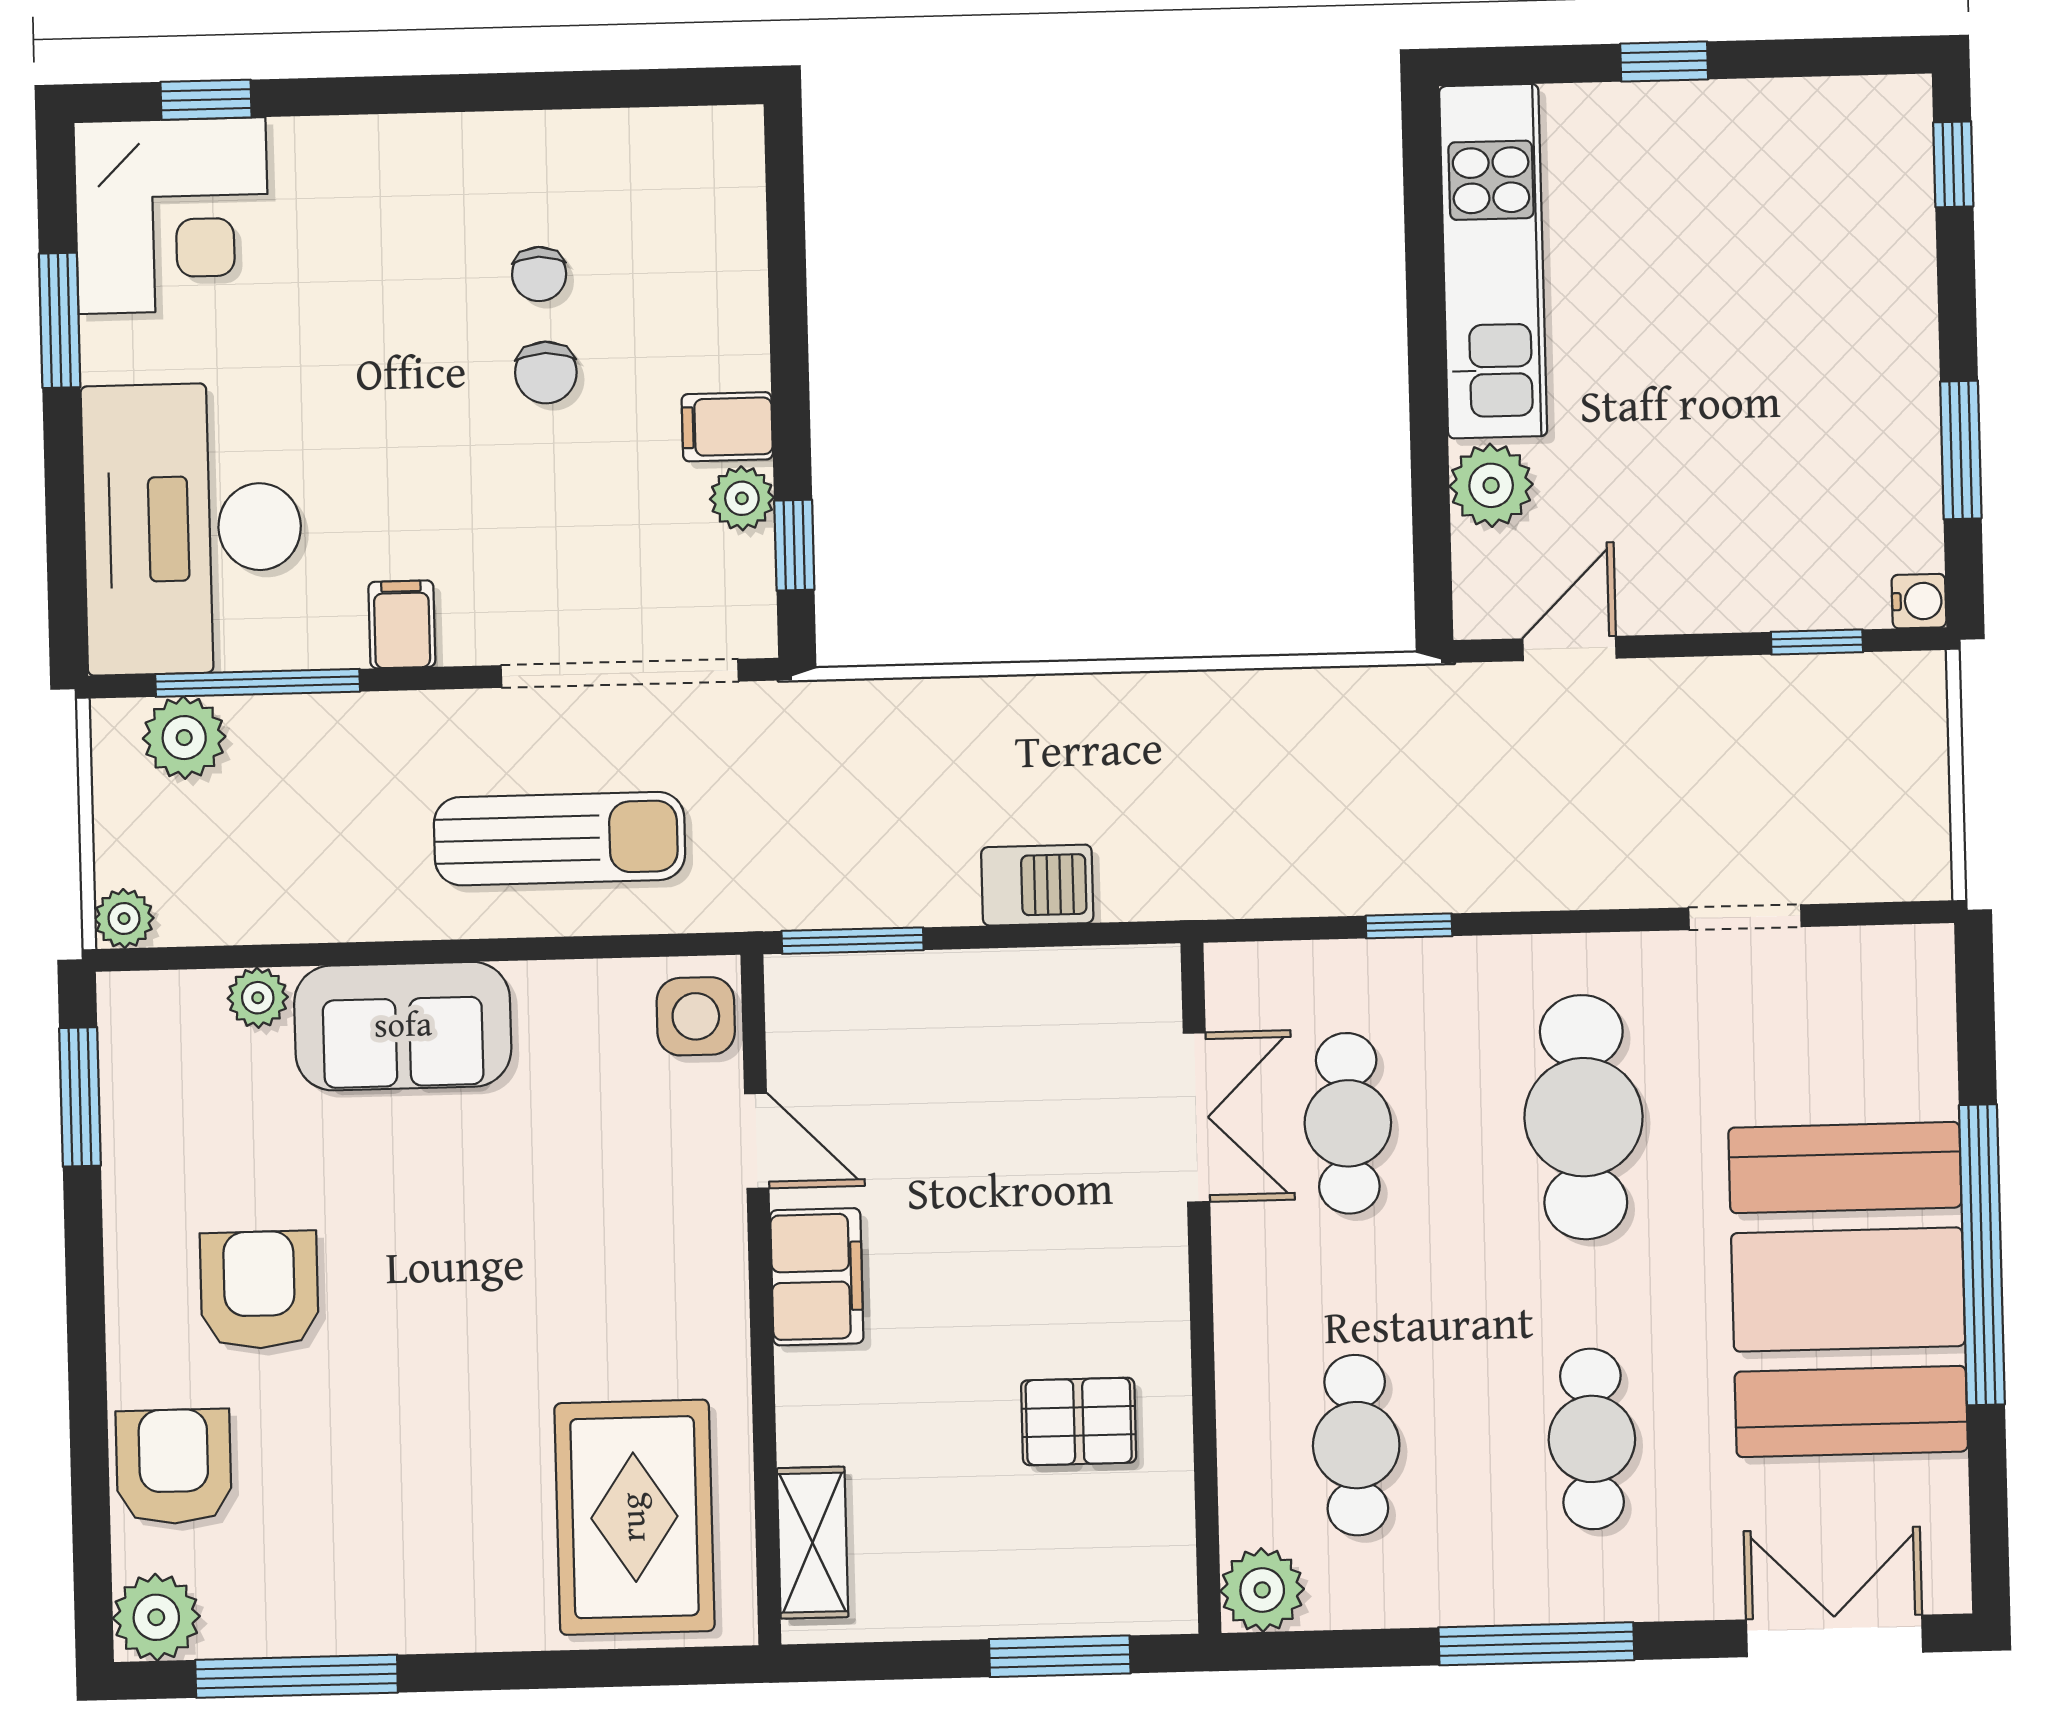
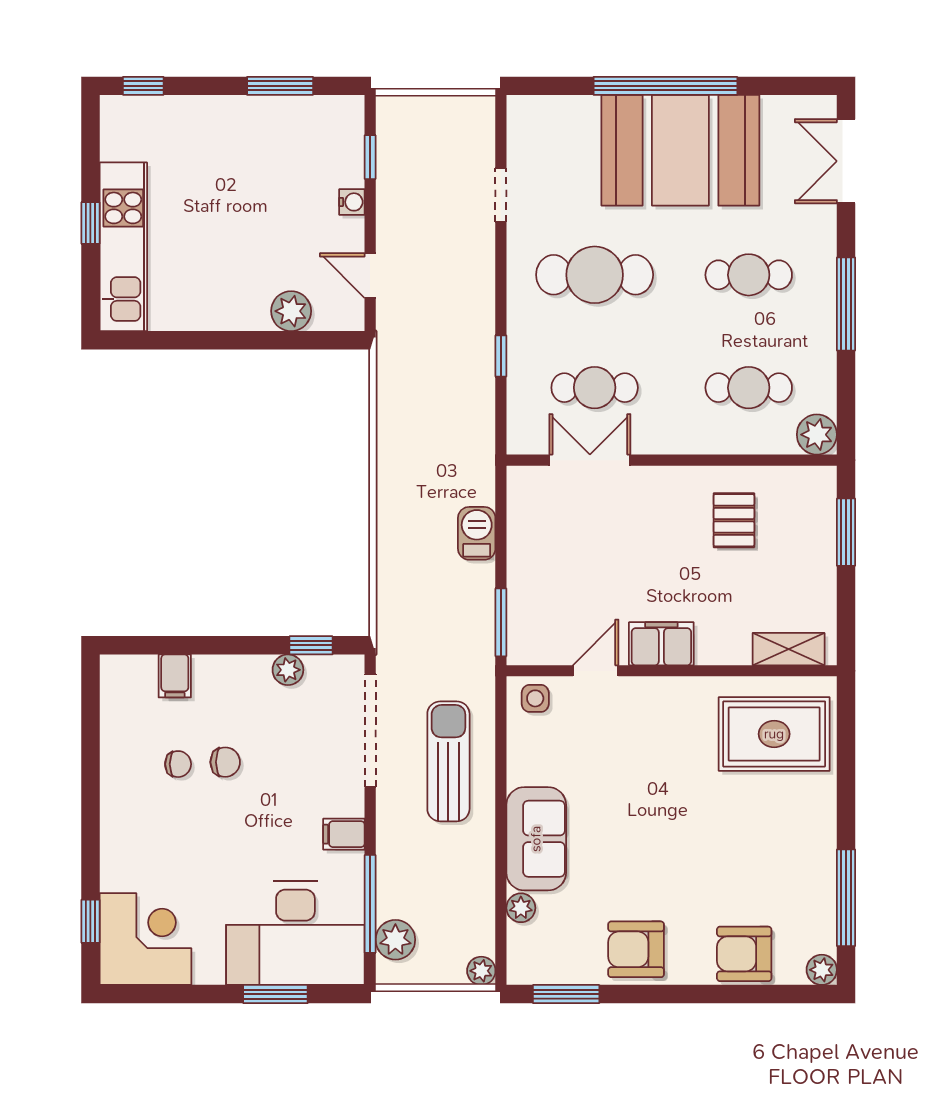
kitchen unit: (1493, 261) -> (123, 247), moved, turned 90
window: (60, 320) -> (275, 994), moved
filing cabinet: (727, 427) -> (175, 676), moved
water cooler: (1919, 601) -> (352, 202), moved, turned 90
side table: (696, 1016) -> (535, 698), width x0.73, depth x0.73
armchair: (259, 1290) -> (636, 949), moved
plant: (156, 1617) -> (822, 970), width x0.73, depth x0.73

